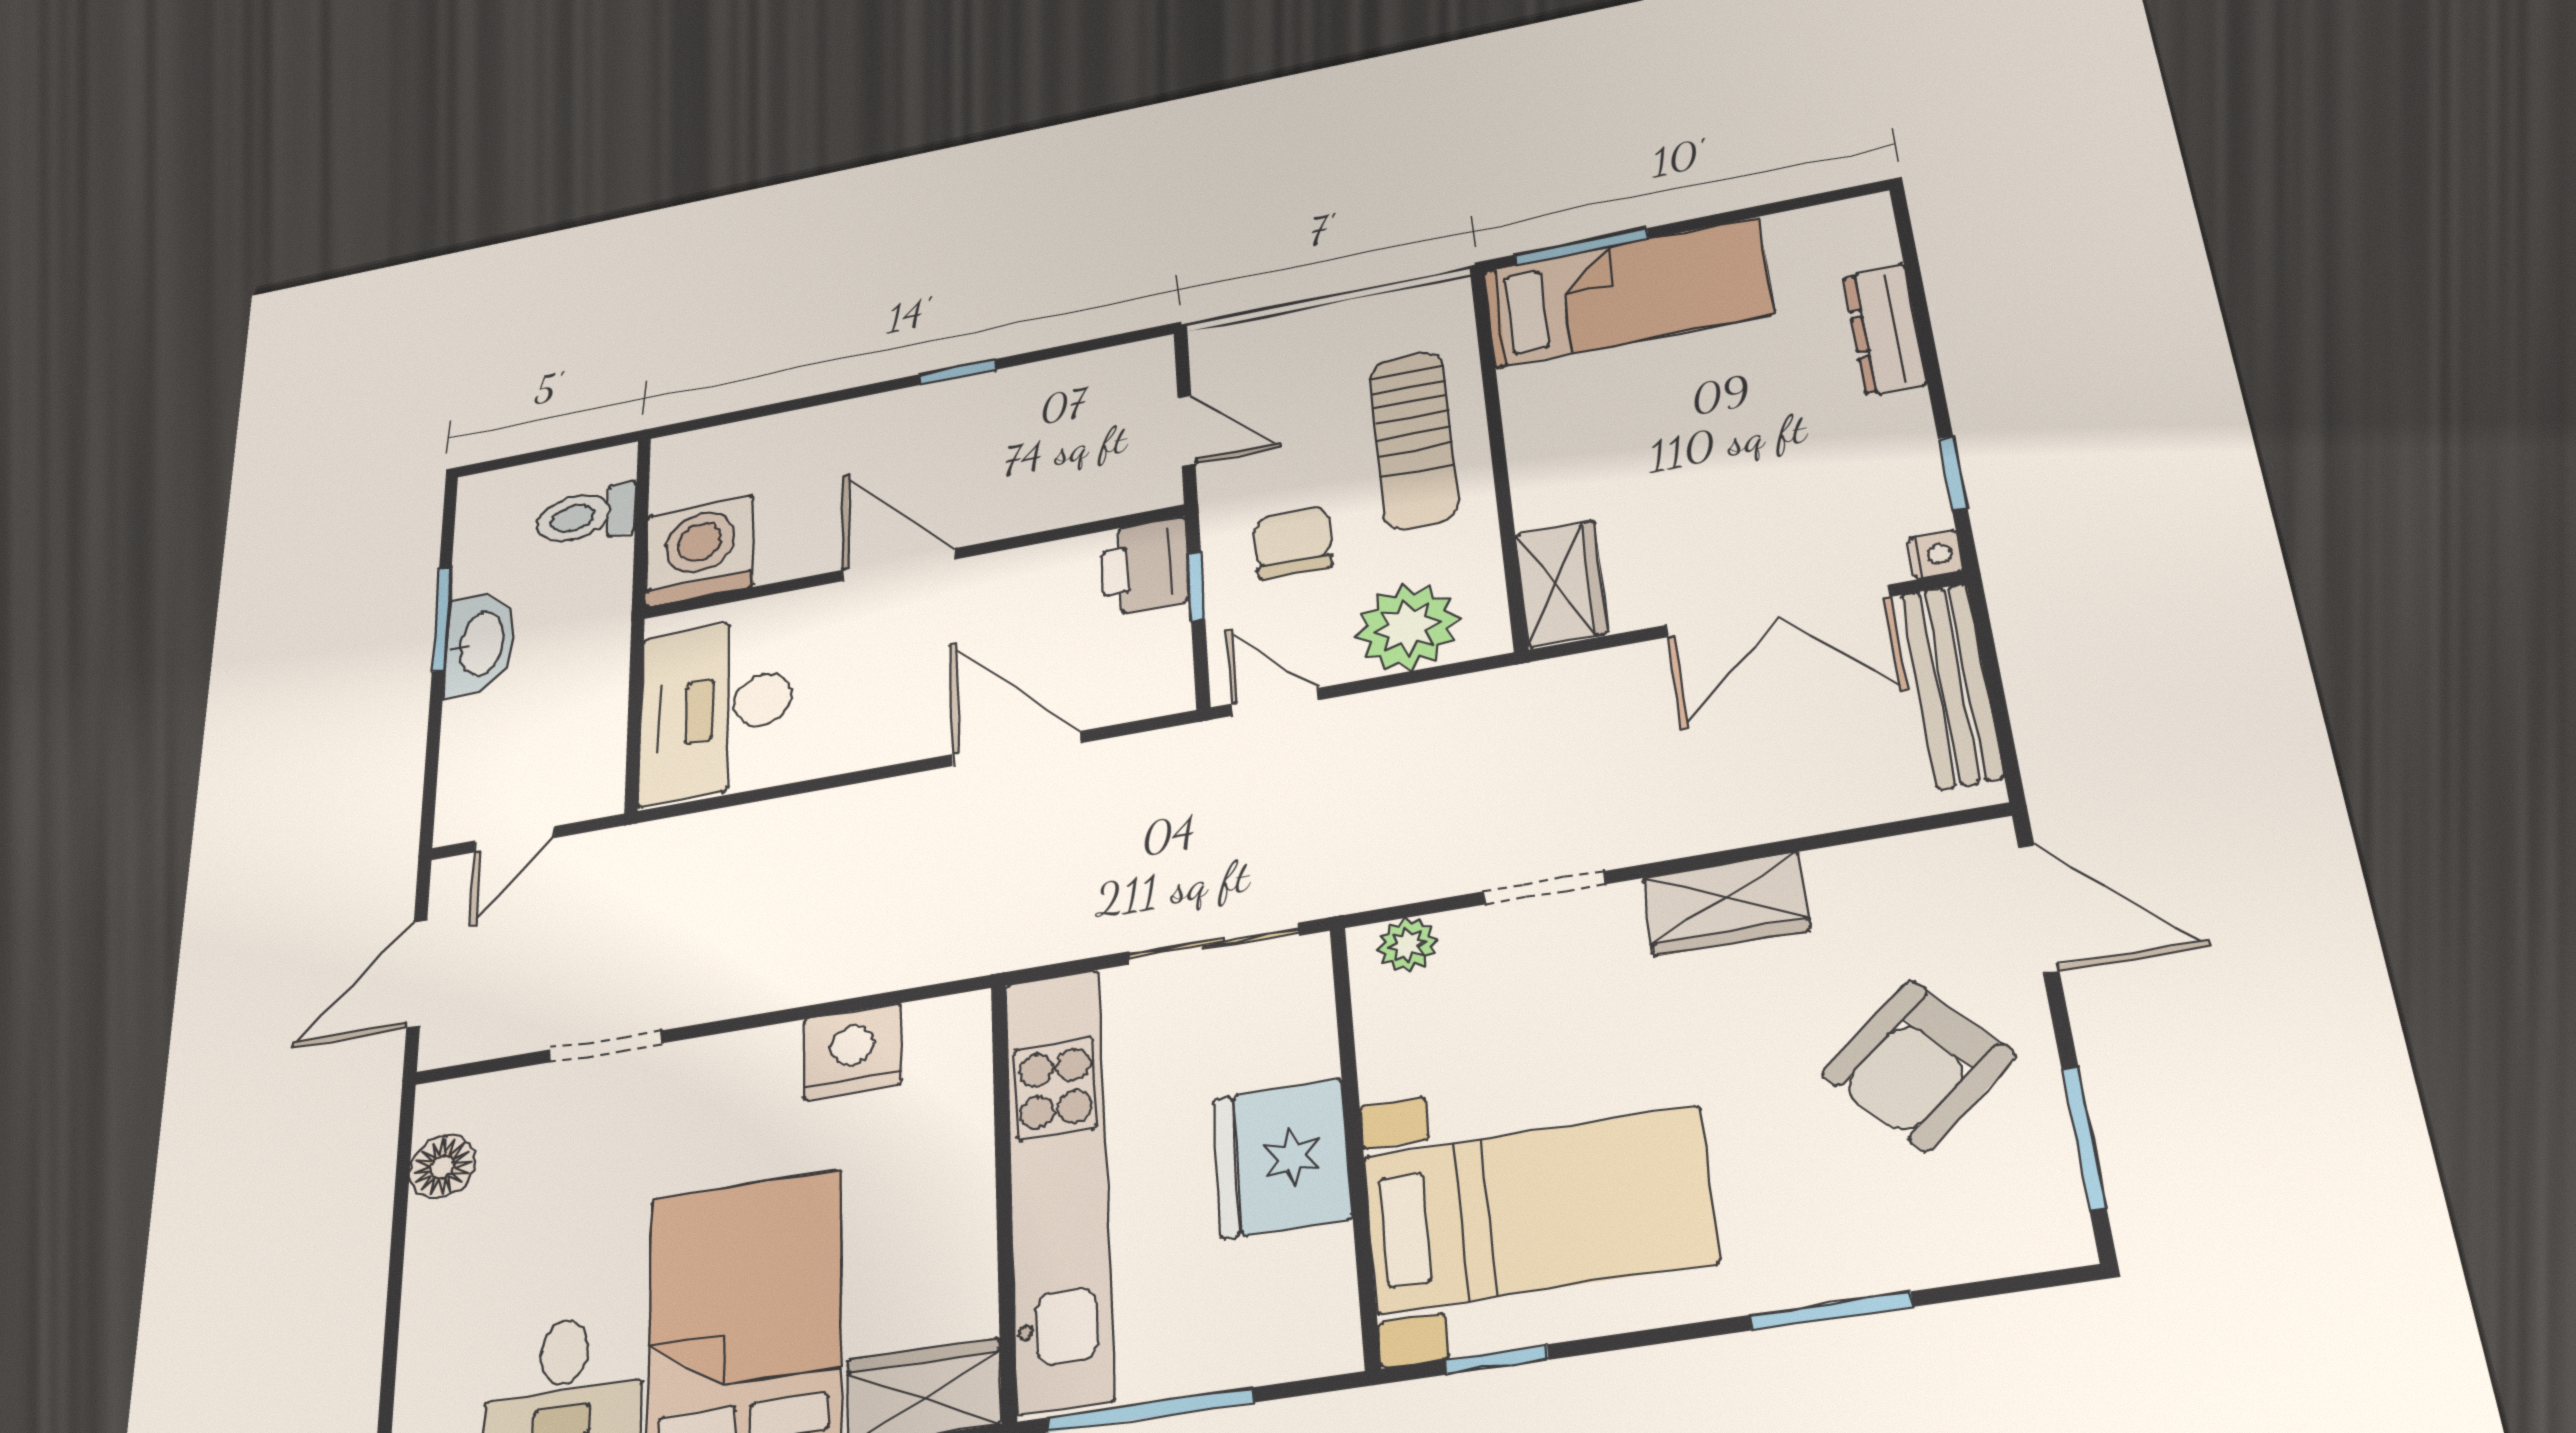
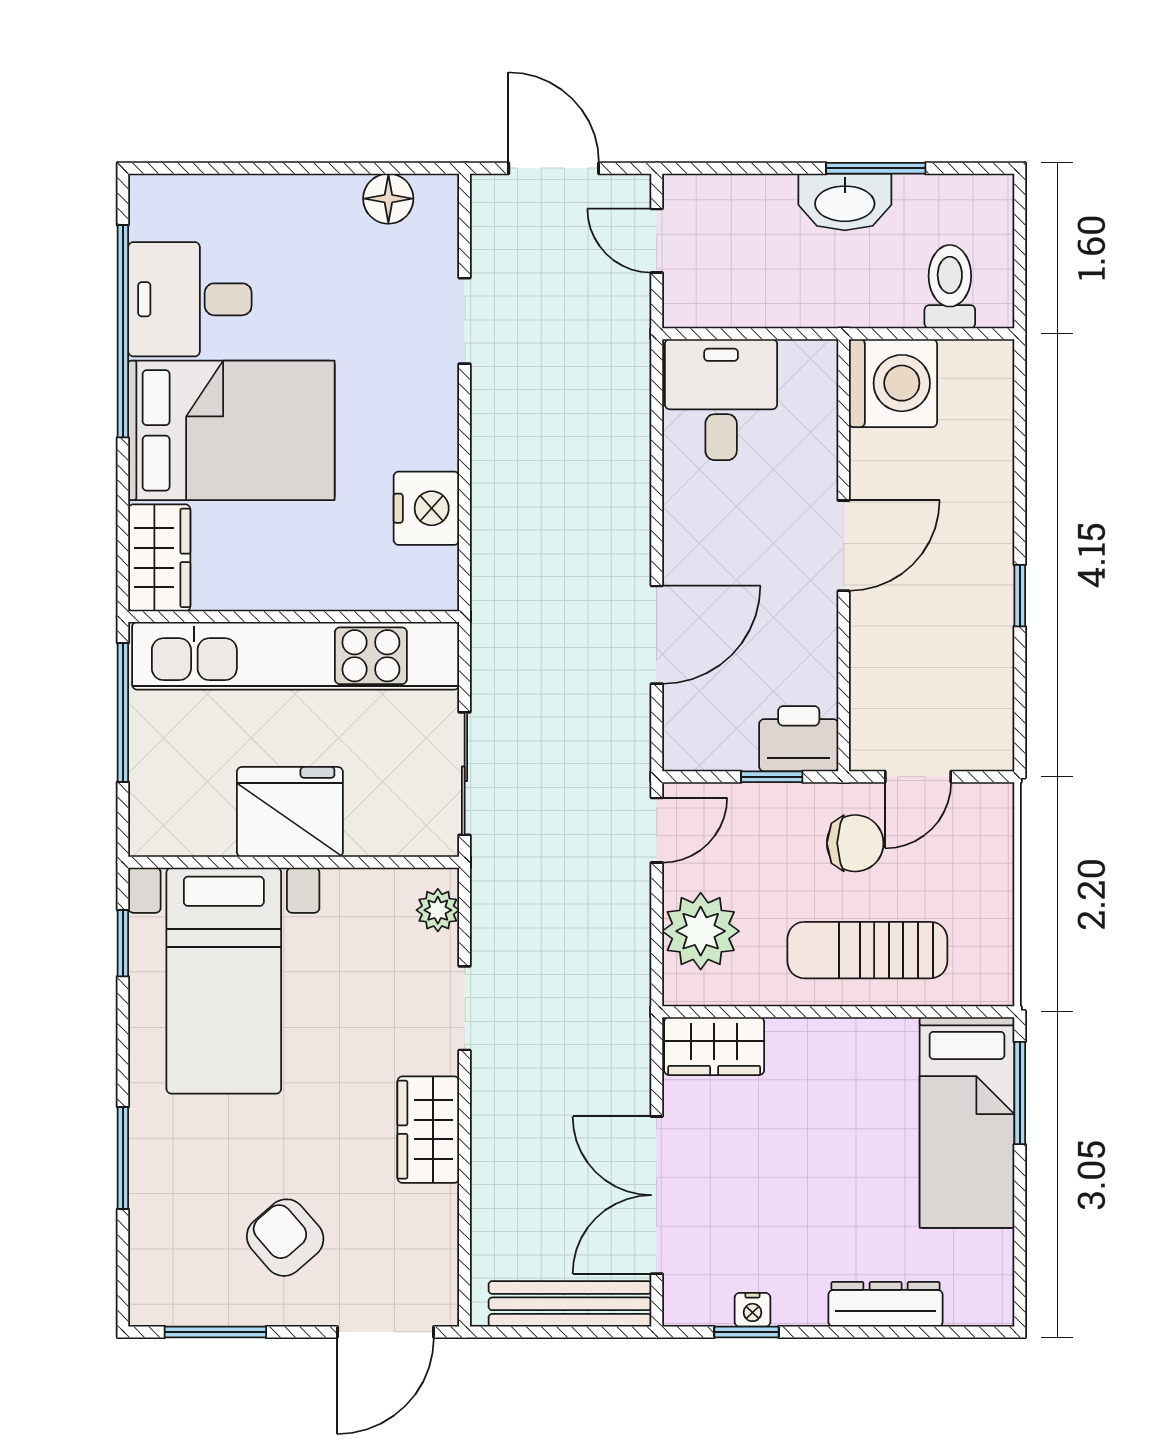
chair: (1293, 543) -> (855, 843), moved
nightstand: (1936, 555) -> (752, 1310), moved
desk: (716, 708) -> (721, 400), width x0.73
armchair: (1918, 1065) -> (285, 1238), width x0.72, depth x0.72

